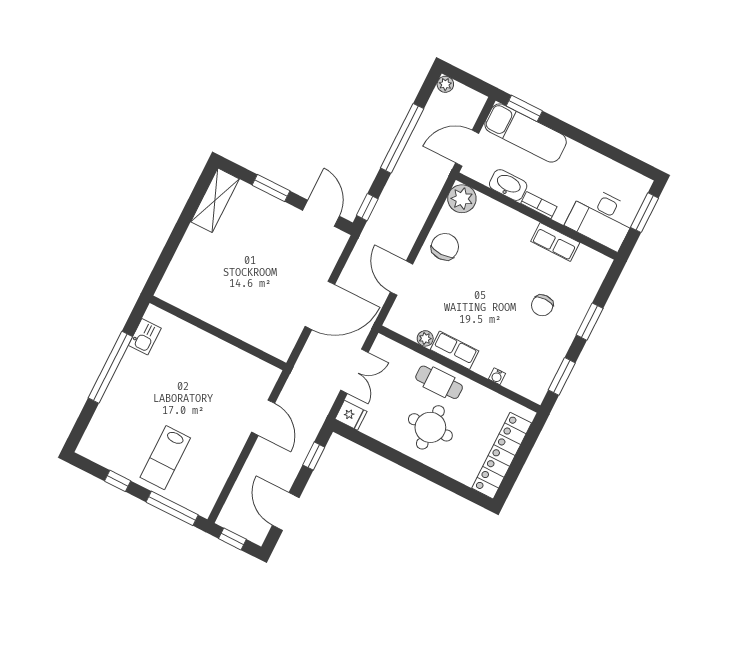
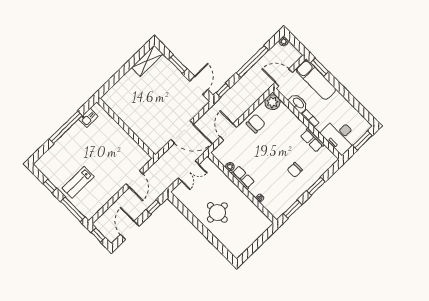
cafe table: (439, 382) -> (229, 191), removed
fridge: (351, 415) -> (179, 193), removed
locker: (502, 456) -> (249, 239), removed

